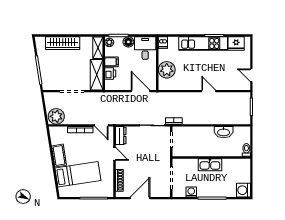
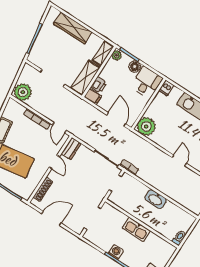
filing cabinet: (111, 62) -> (93, 96), moved
plant: (167, 70) -> (146, 127), moved
washbasin: (224, 132) -> (156, 199), moved
washing machine: (191, 192) -> (116, 252), moved

